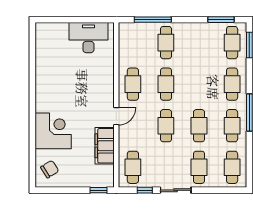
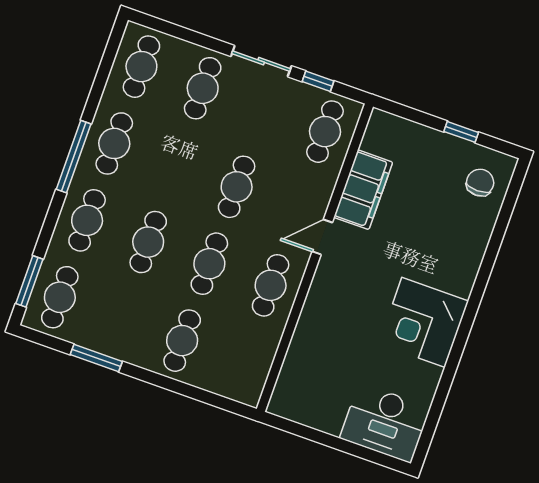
window: (153, 20) -> (191, 392), removed
window: (221, 20) -> (96, 358), moved
desk: (88, 38) -> (385, 423), moved
cafe table: (199, 126) -> (148, 242), moved
corner desk: (53, 131) -> (424, 322), moved
chair: (50, 169) -> (480, 183), turned 122
window: (99, 190) -> (461, 132), moved

